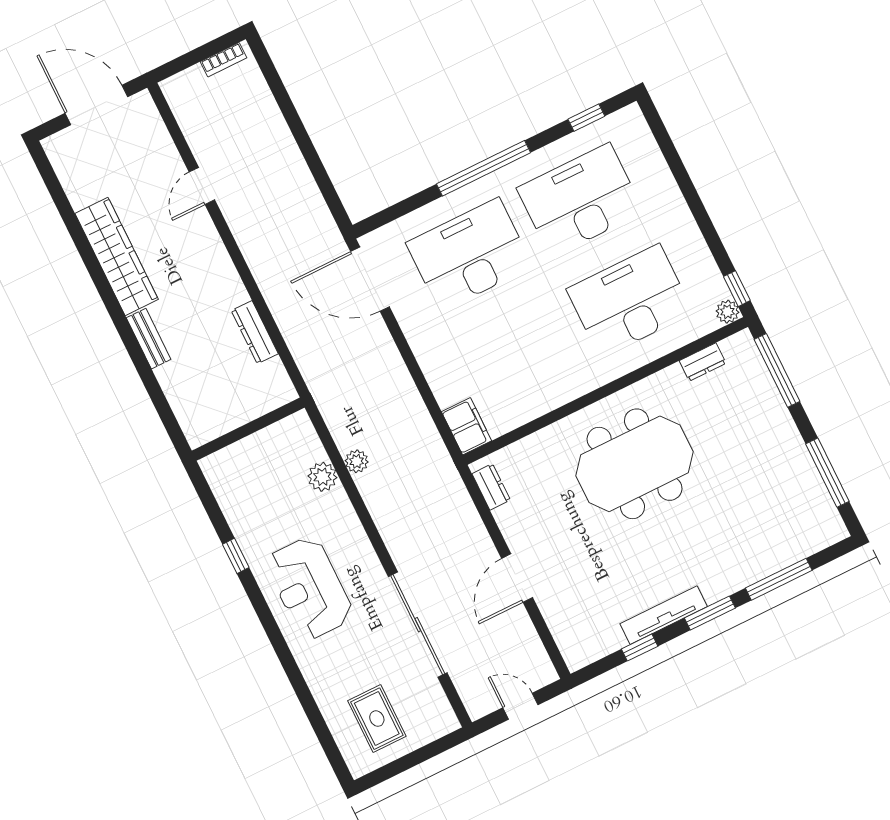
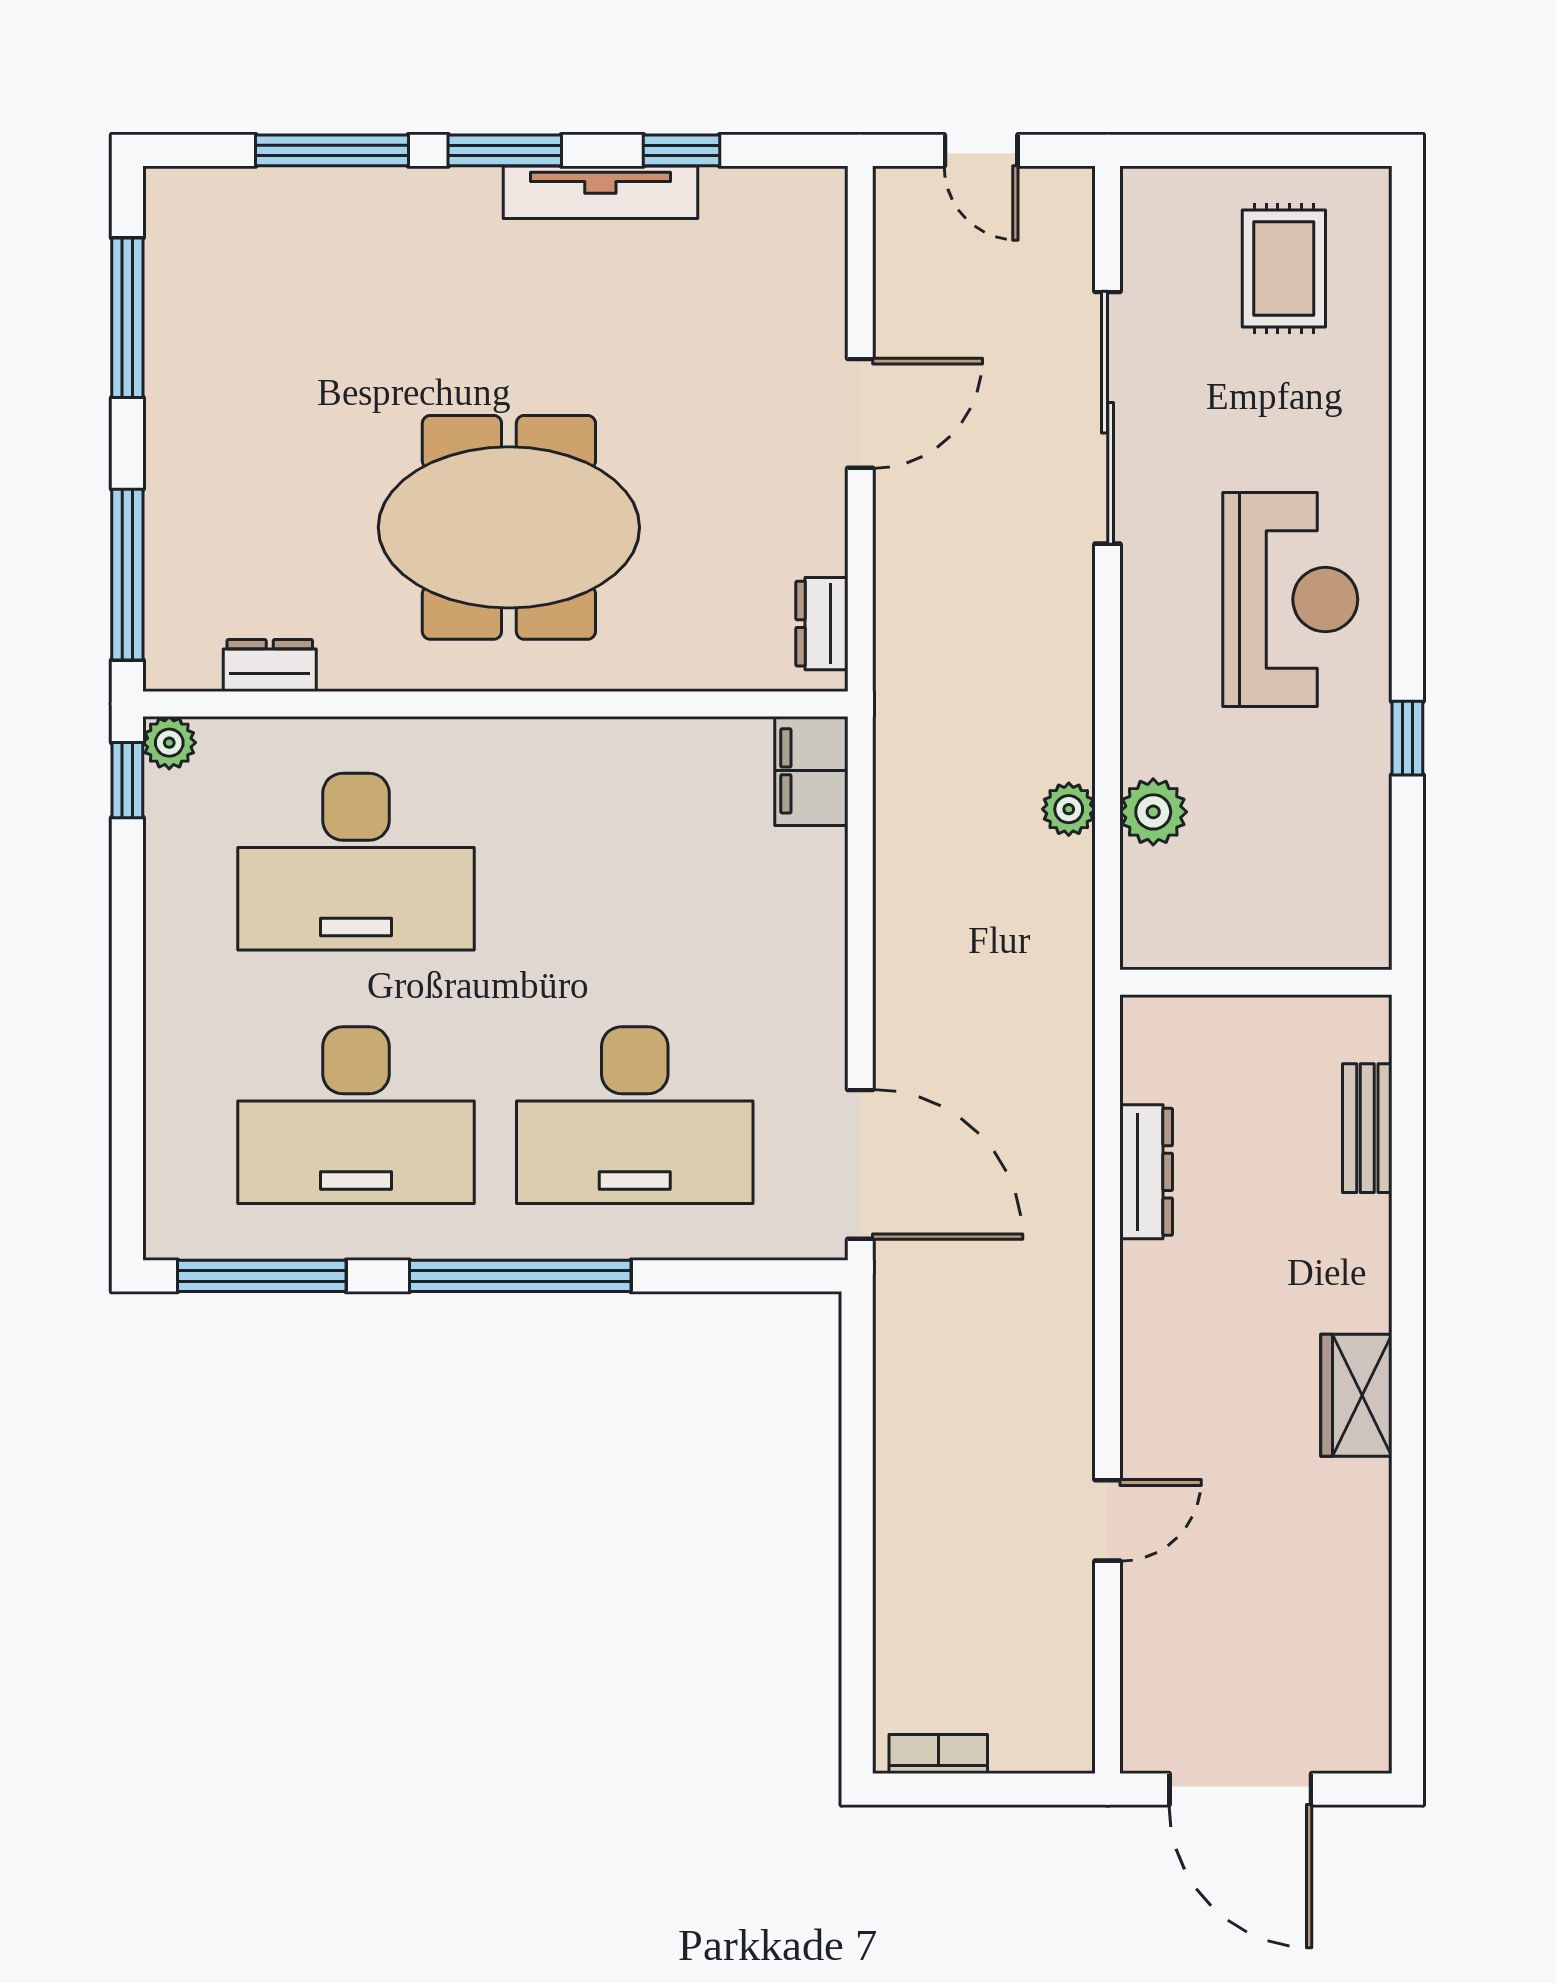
window: (586, 118) -> (262, 1276), width x2.17
wardrobe: (117, 256) -> (1356, 1395), width x0.48, depth x0.85
bench: (149, 339) -> (1367, 1128), moved

